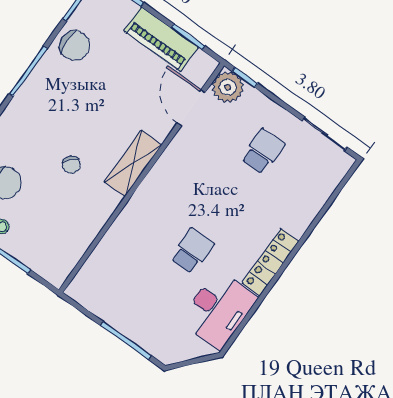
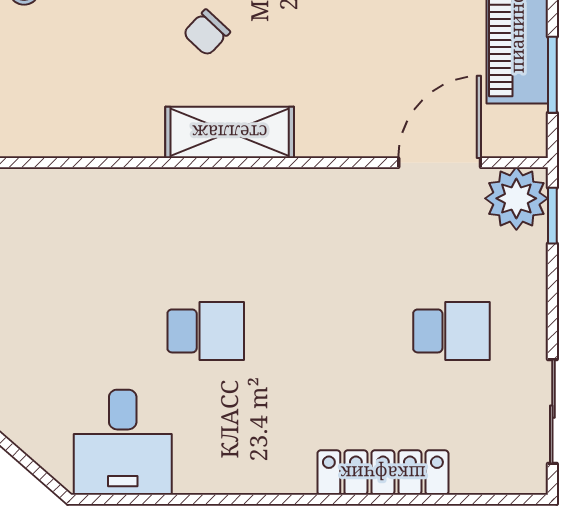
shelving: (133, 163) -> (230, 132), moved
locker: (271, 262) -> (383, 473), moved
desk: (218, 309) -> (123, 442), width x0.73

